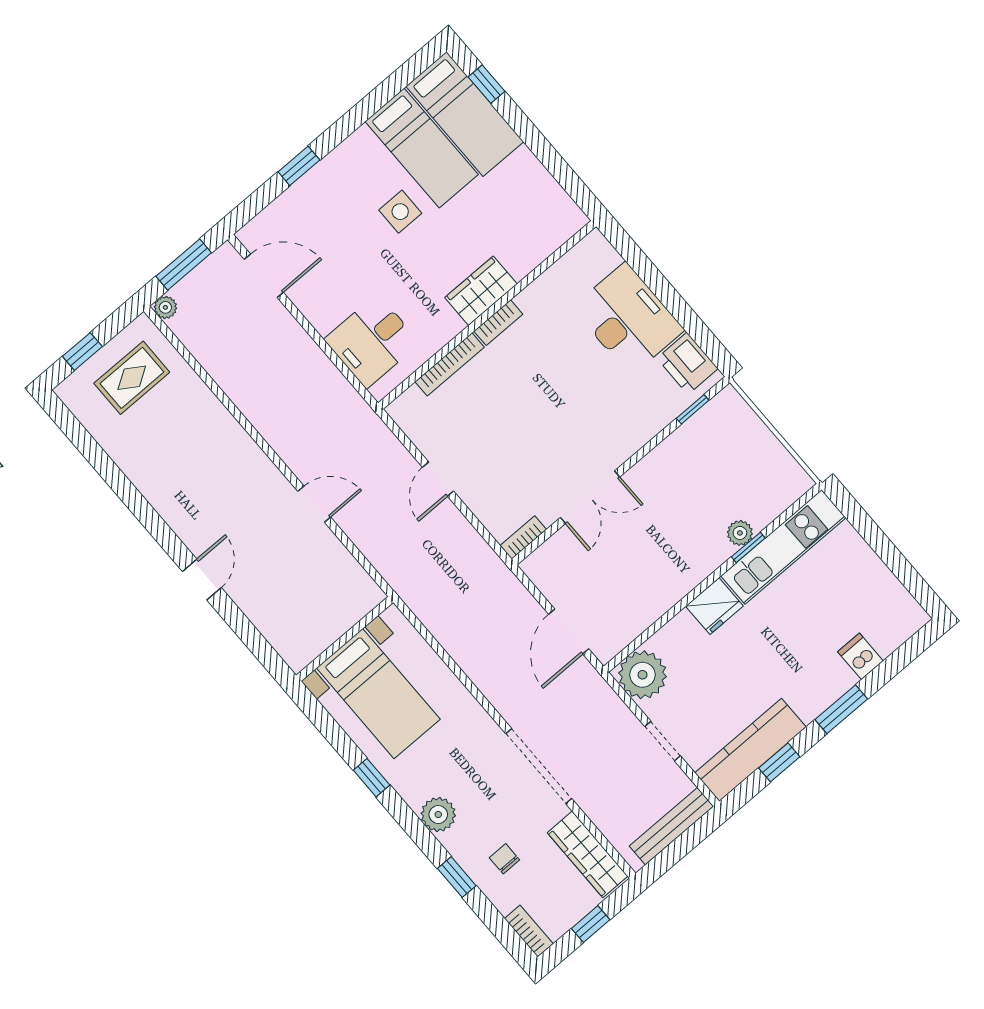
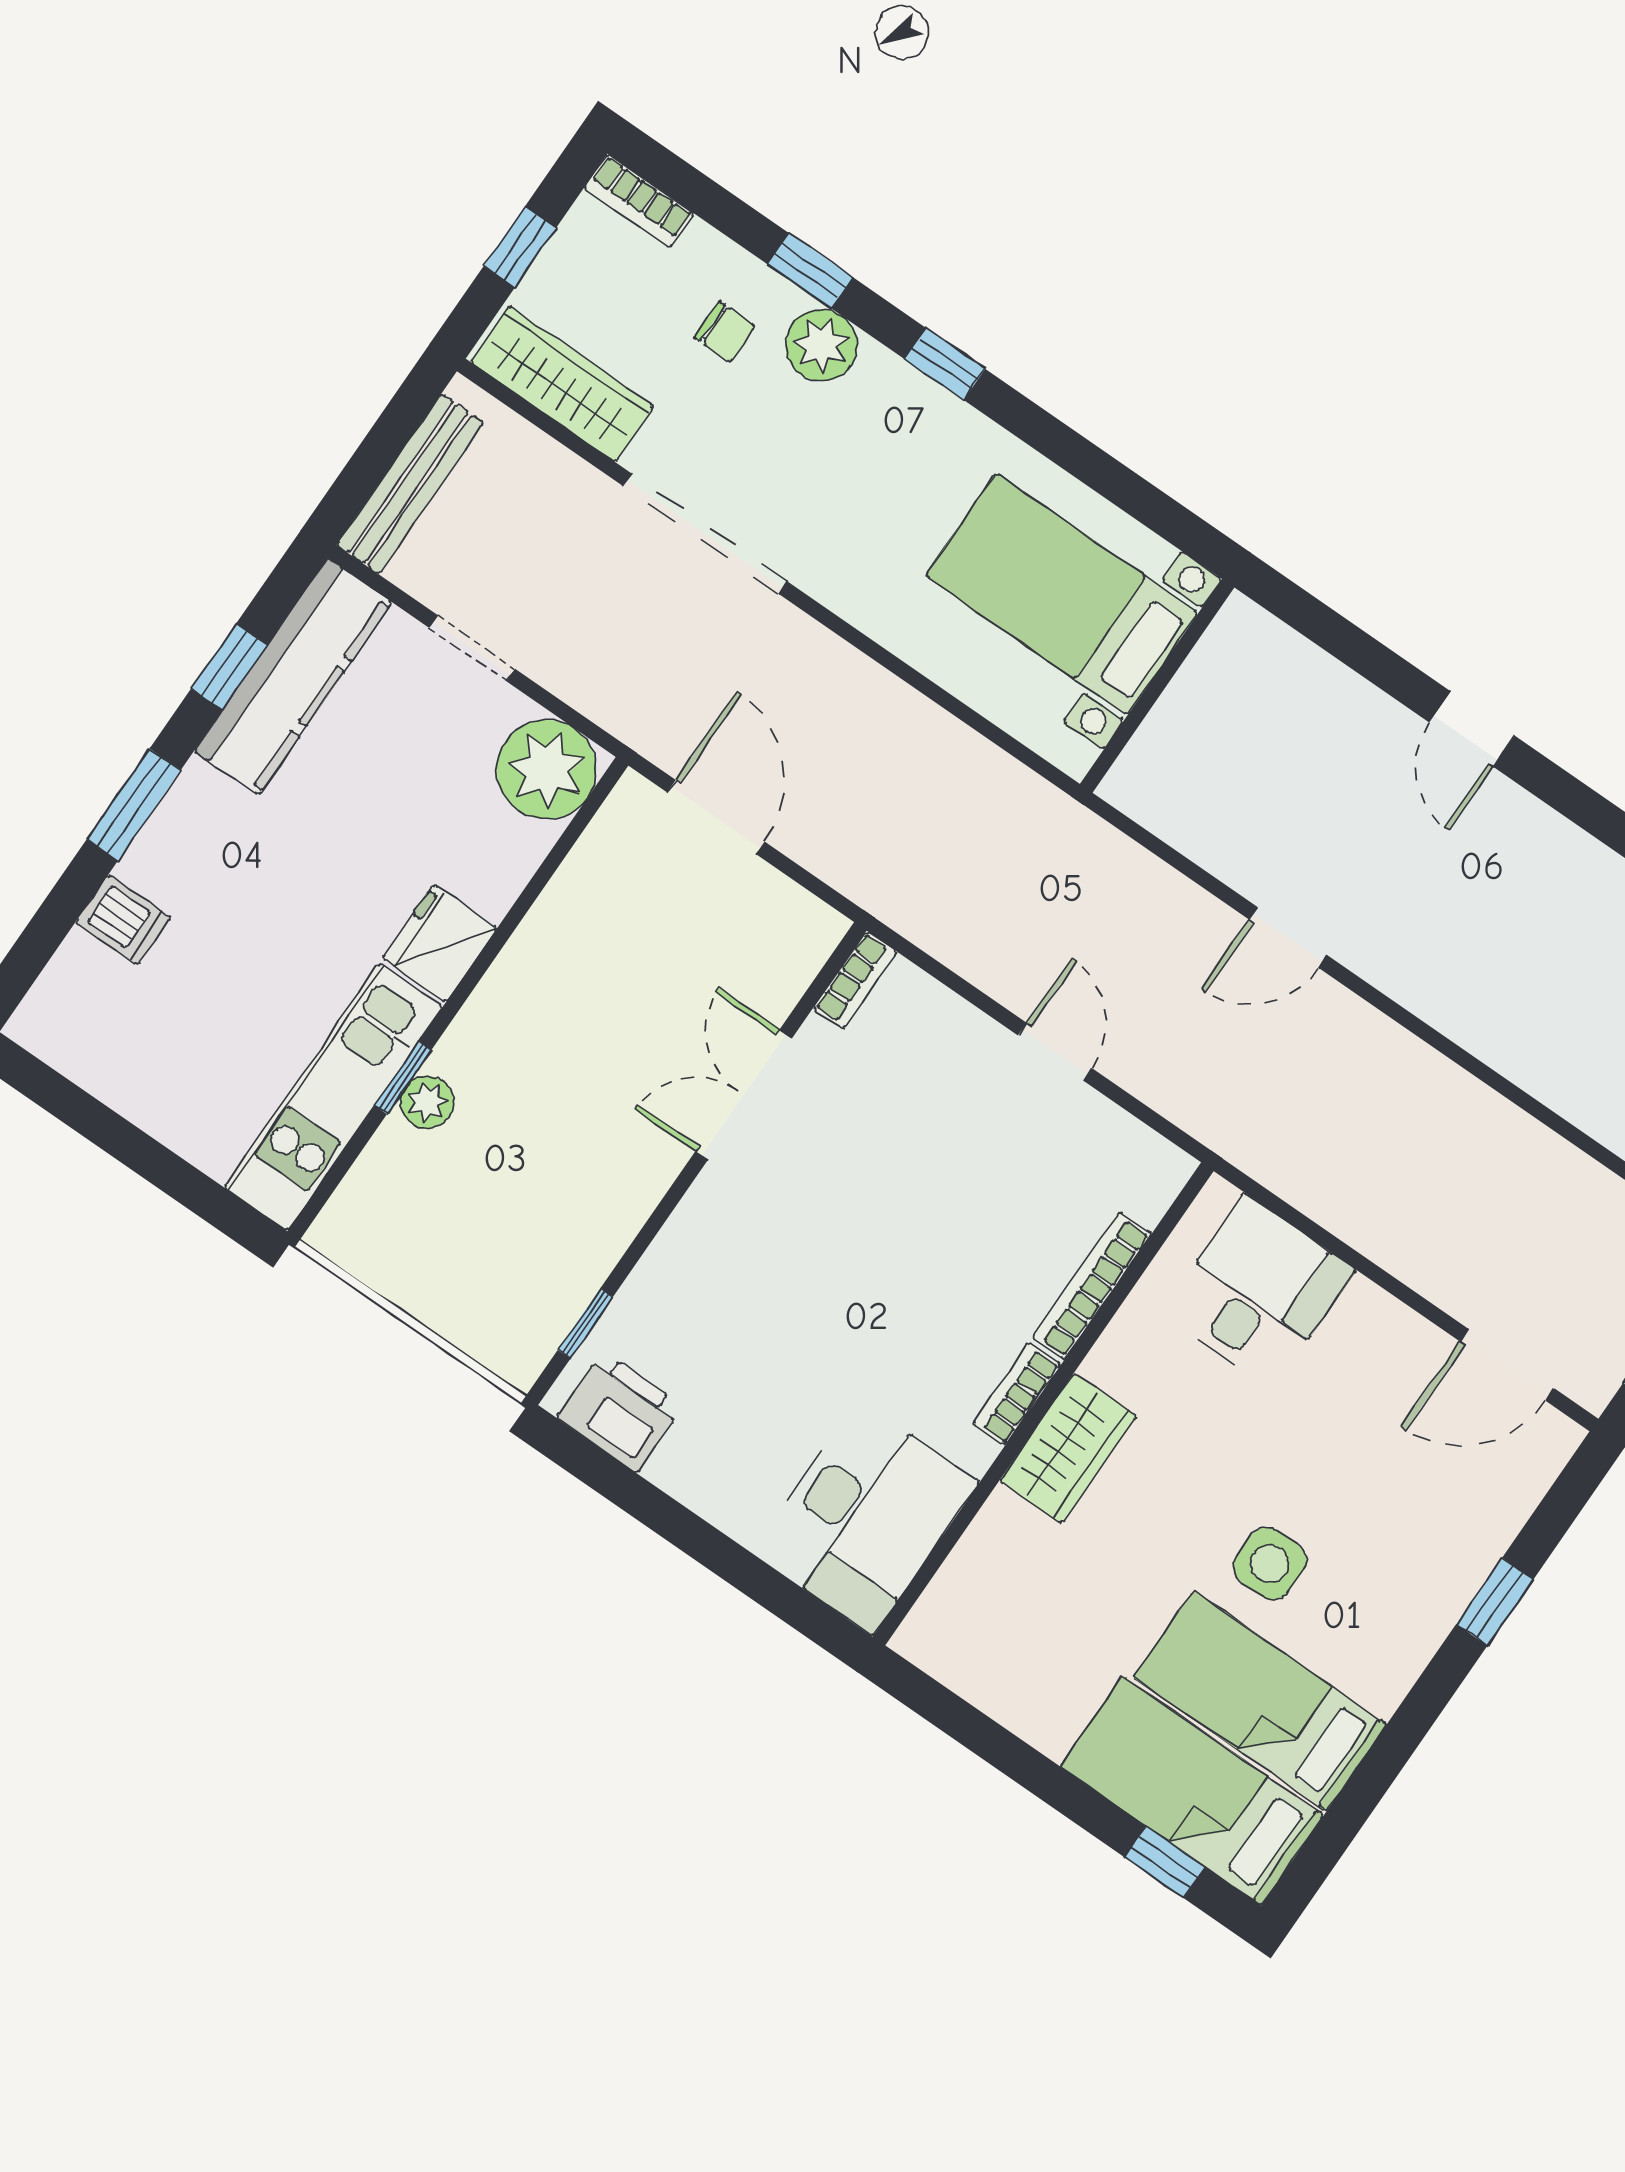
desk: (628, 319) -> (865, 1517), moved, turned -90
window: (372, 778) -> (945, 364), moved
plant: (438, 814) -> (821, 345), moved

